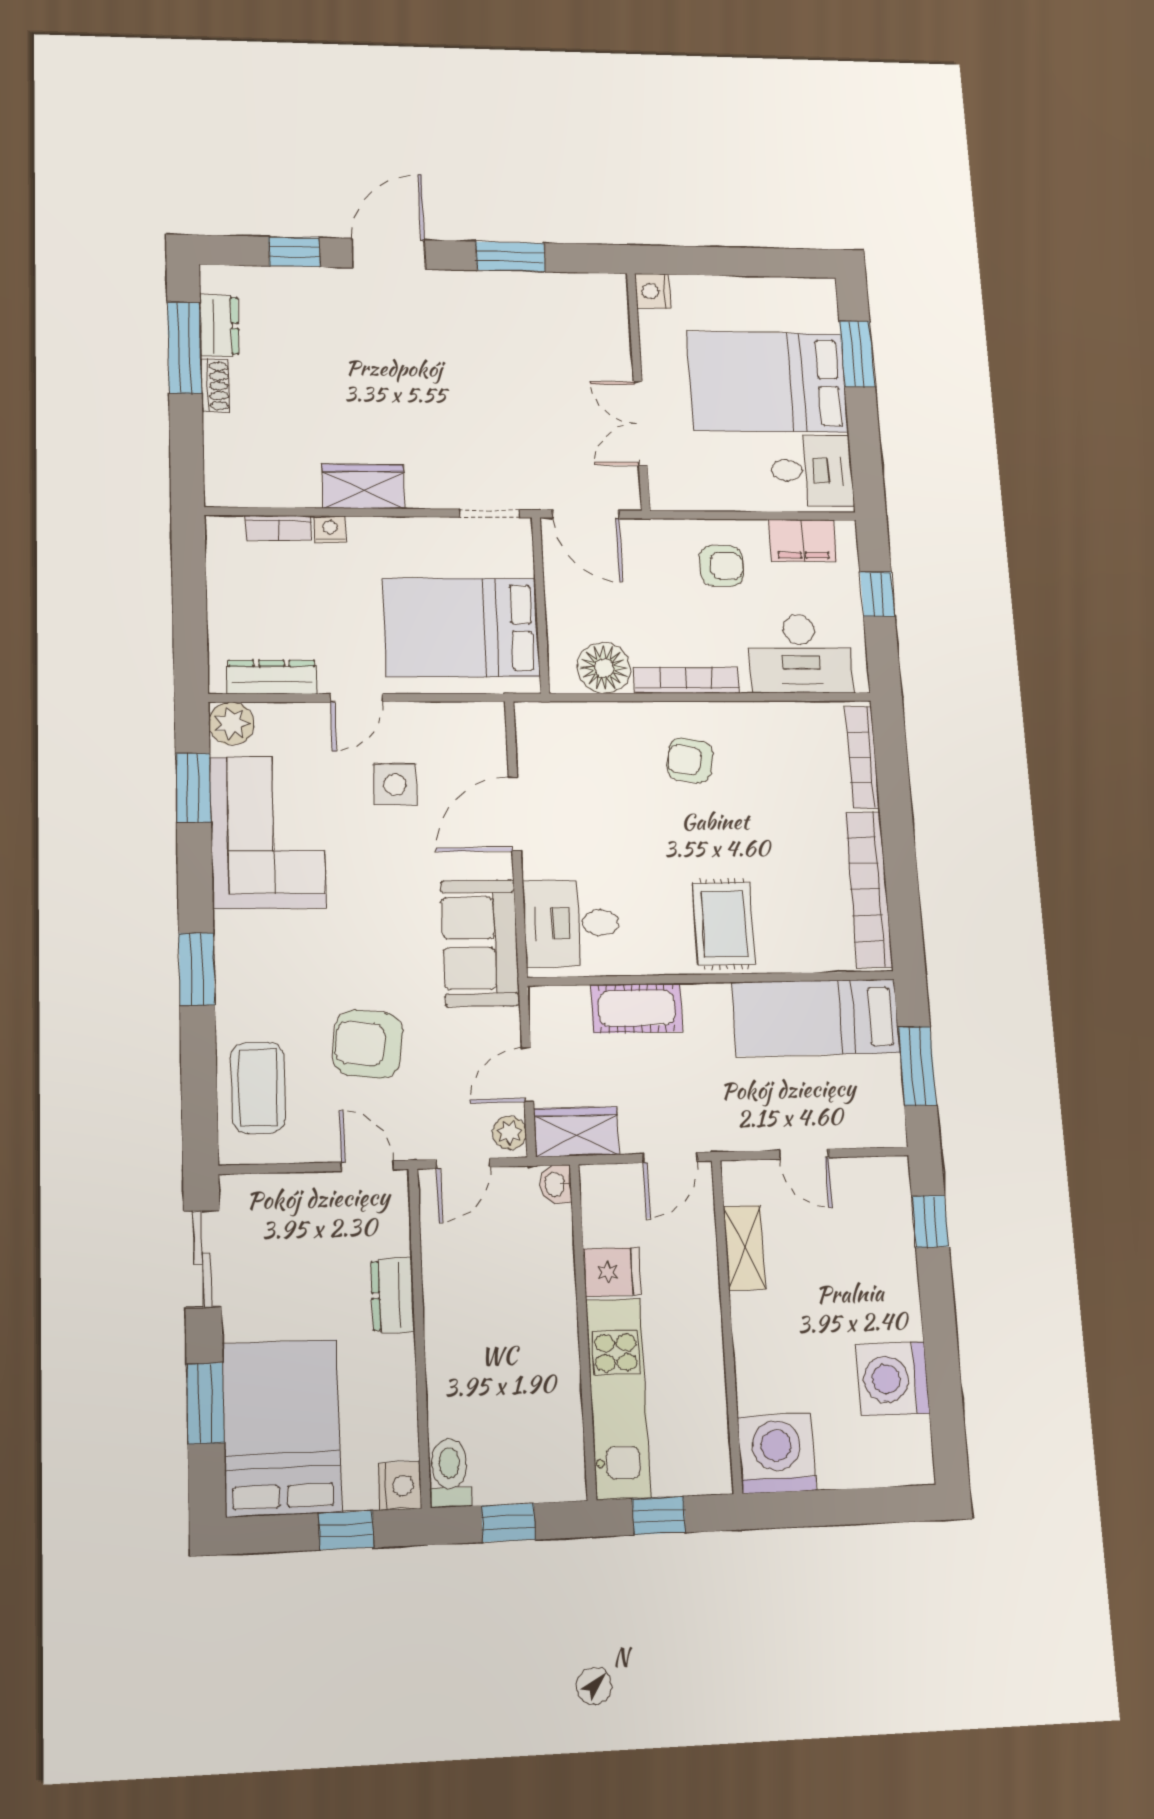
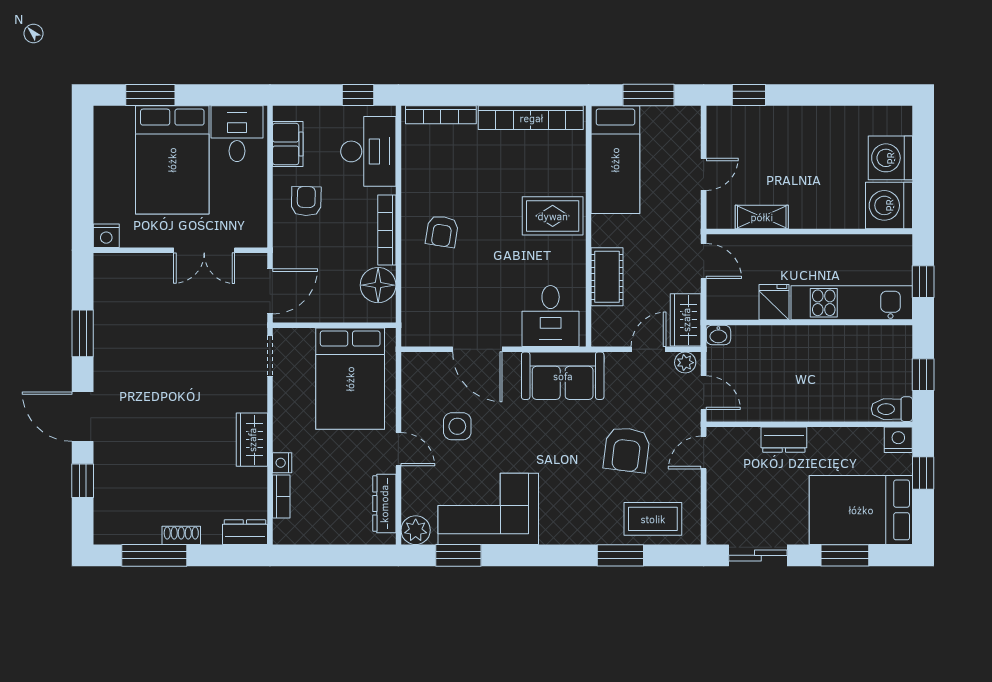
dresser: (219, 326) -> (245, 532), moved
window: (877, 594) -> (358, 95), moved
window: (197, 969) -> (620, 555), moved
door: (528, 1075) -> (648, 349), swing flipped
washing machine: (893, 1379) -> (890, 158), moved, turned 90

